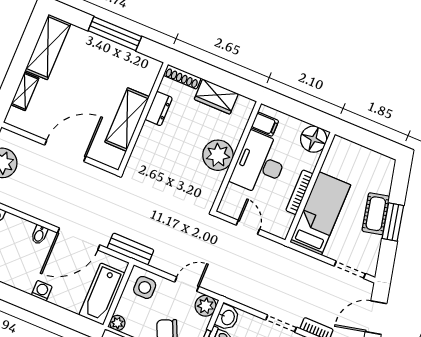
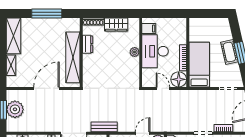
shelving: (127, 119) -> (73, 57), width x1.47
floor lamp: (314, 139) -> (179, 79), moved
plant: (218, 155) -> (135, 52), width x0.53, depth x0.53

